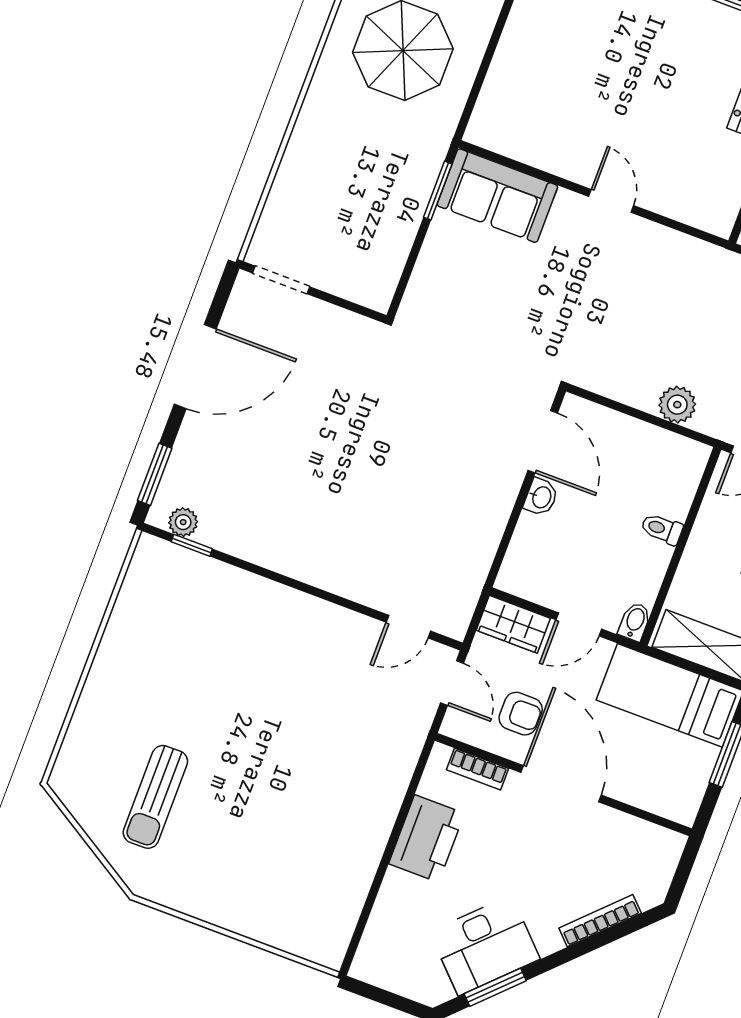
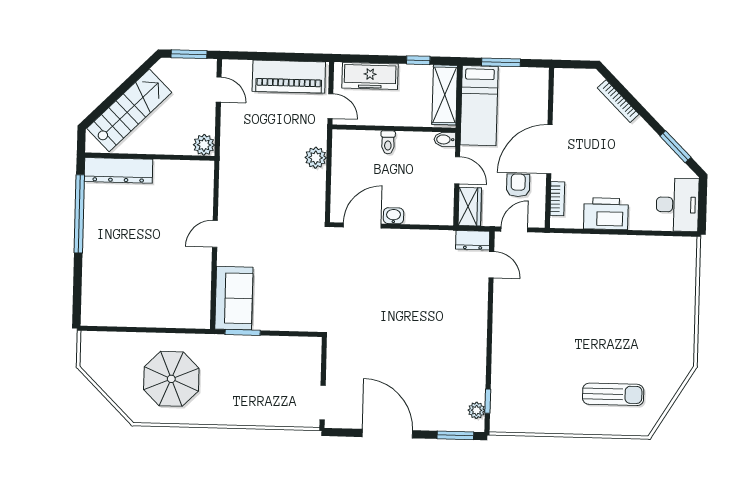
dresser: (458, 610) -> (473, 240), added
sun lounger: (155, 797) -> (613, 394), moved
desk: (485, 945) -> (677, 205), moved, turned 45

